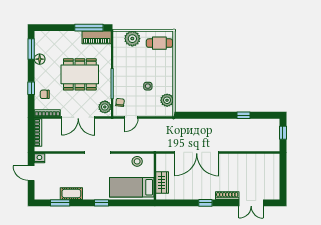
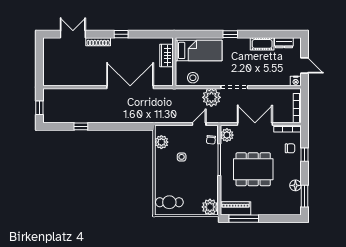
plant: (132, 39) -> (210, 207), moved
plant: (120, 143) -> (211, 97), added
dresser: (51, 195) -> (284, 43), added
window: (60, 203) -> (274, 34), removed

